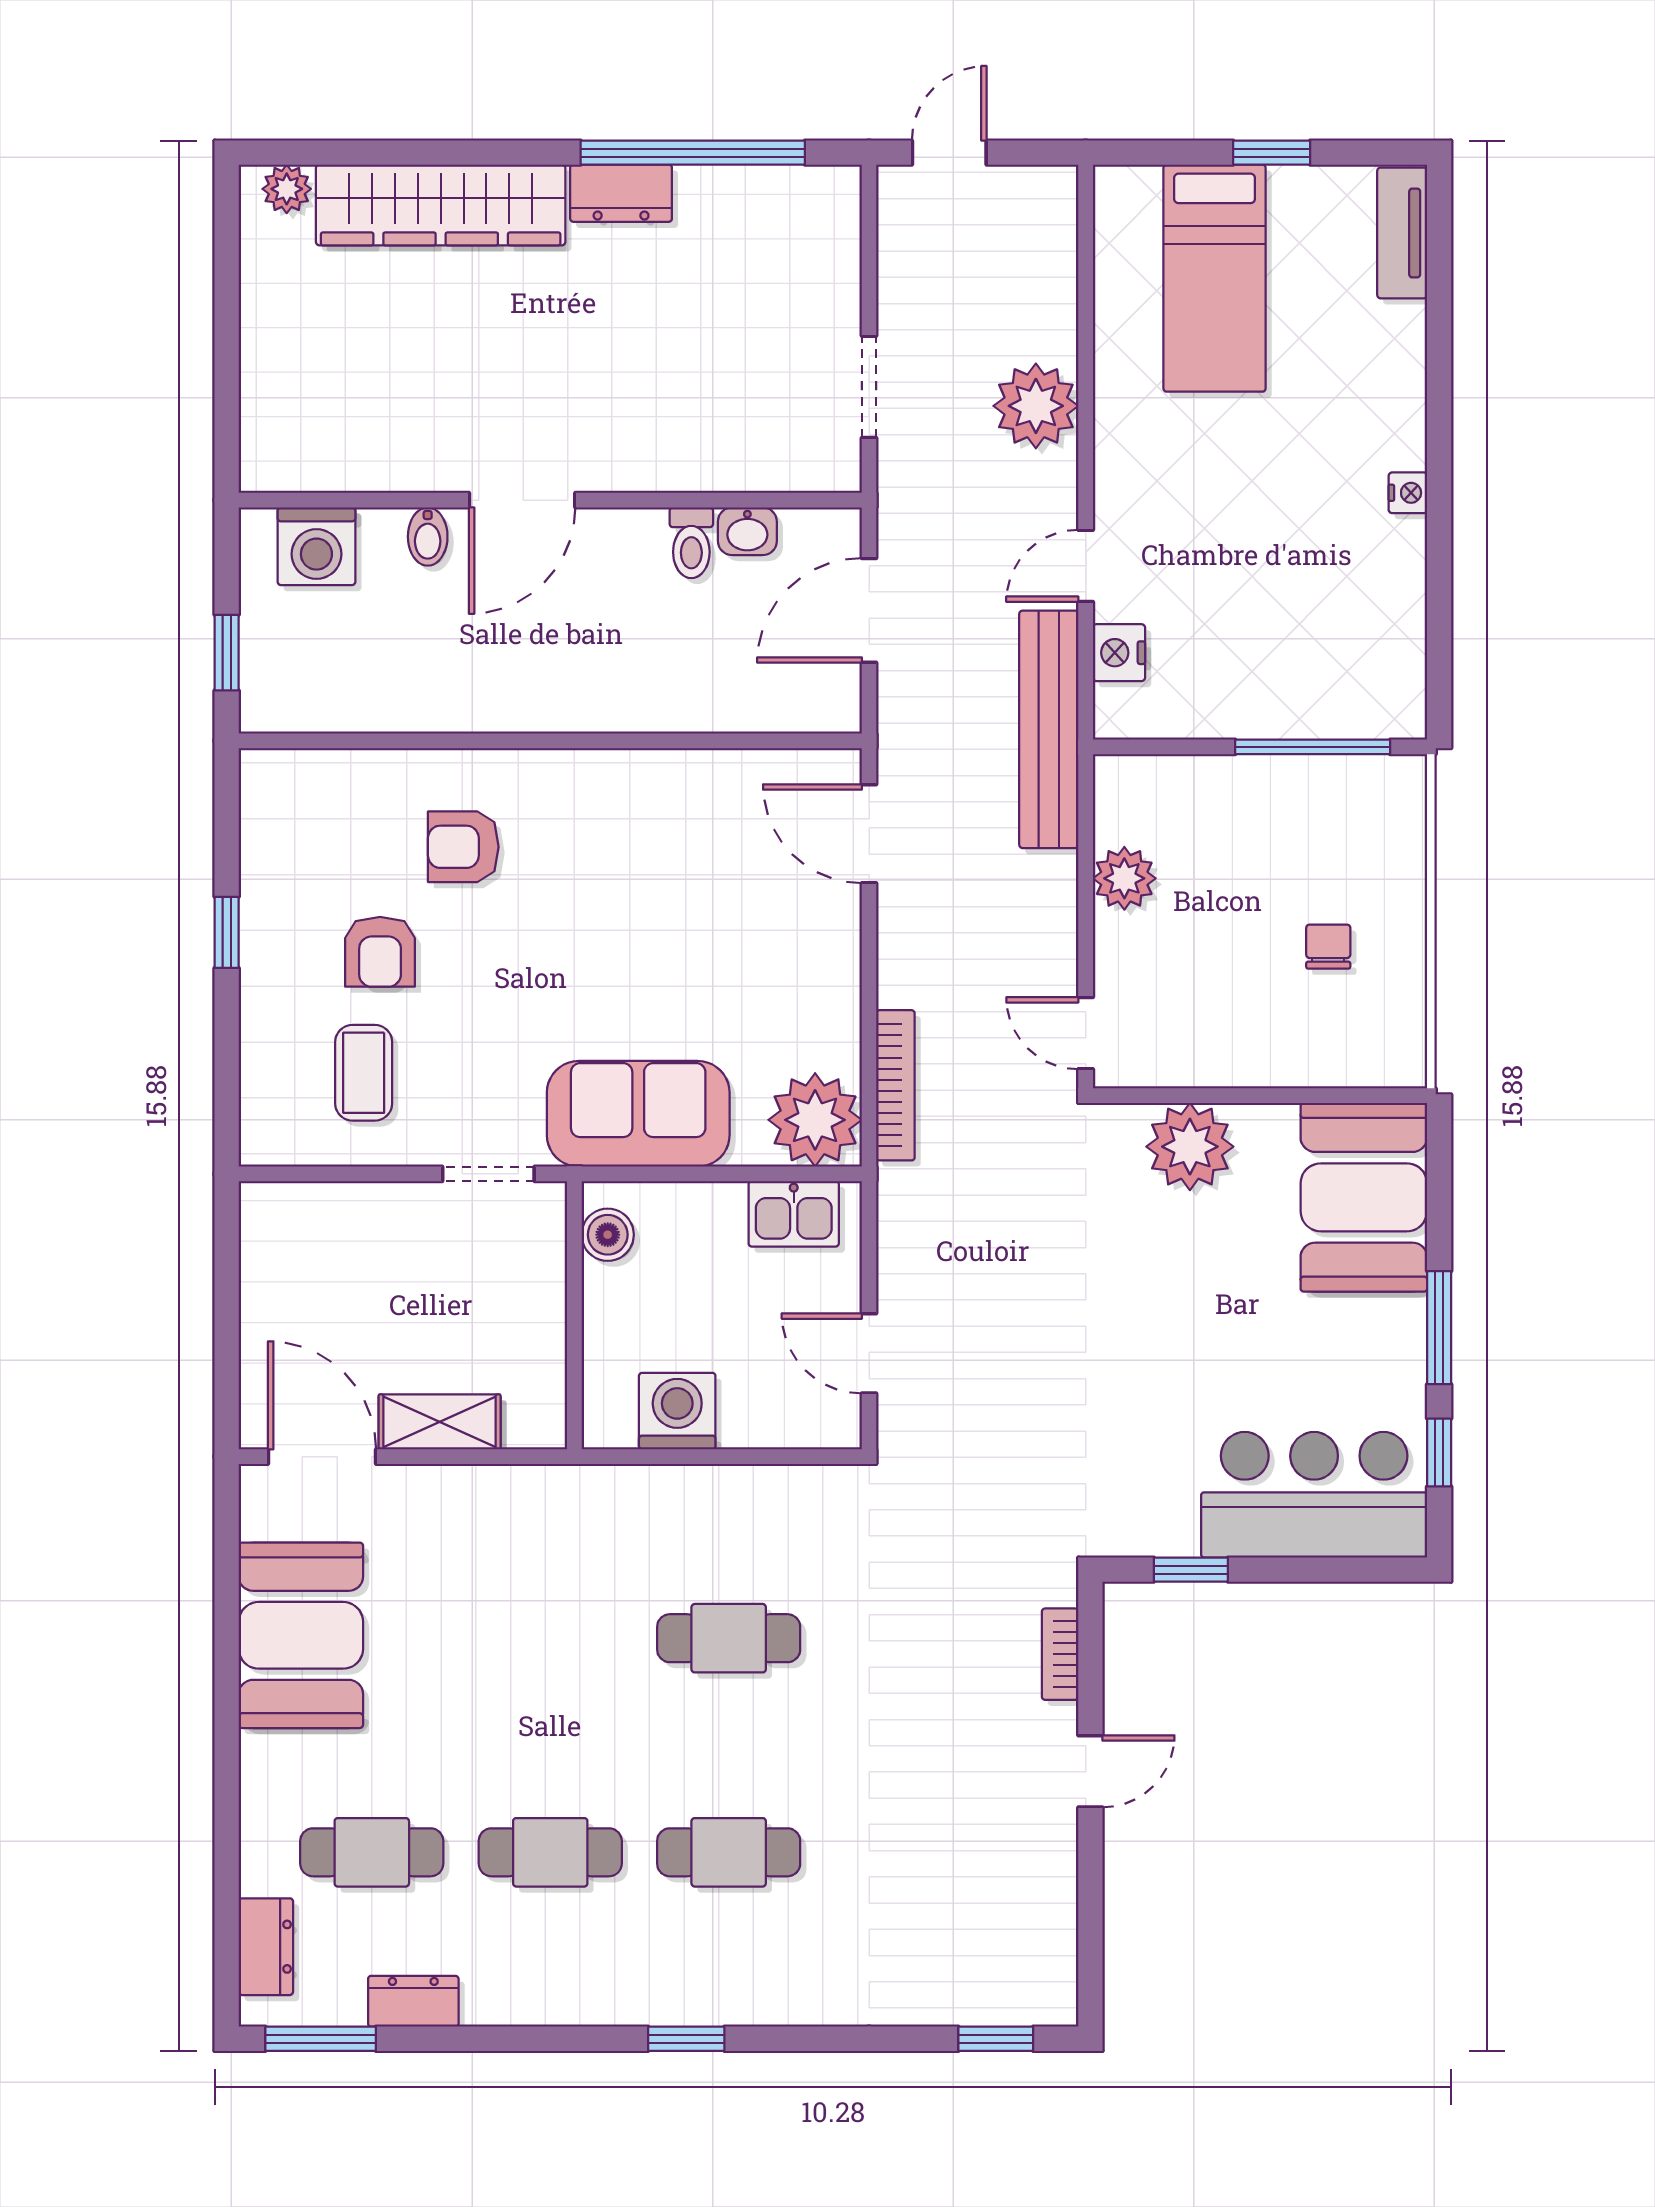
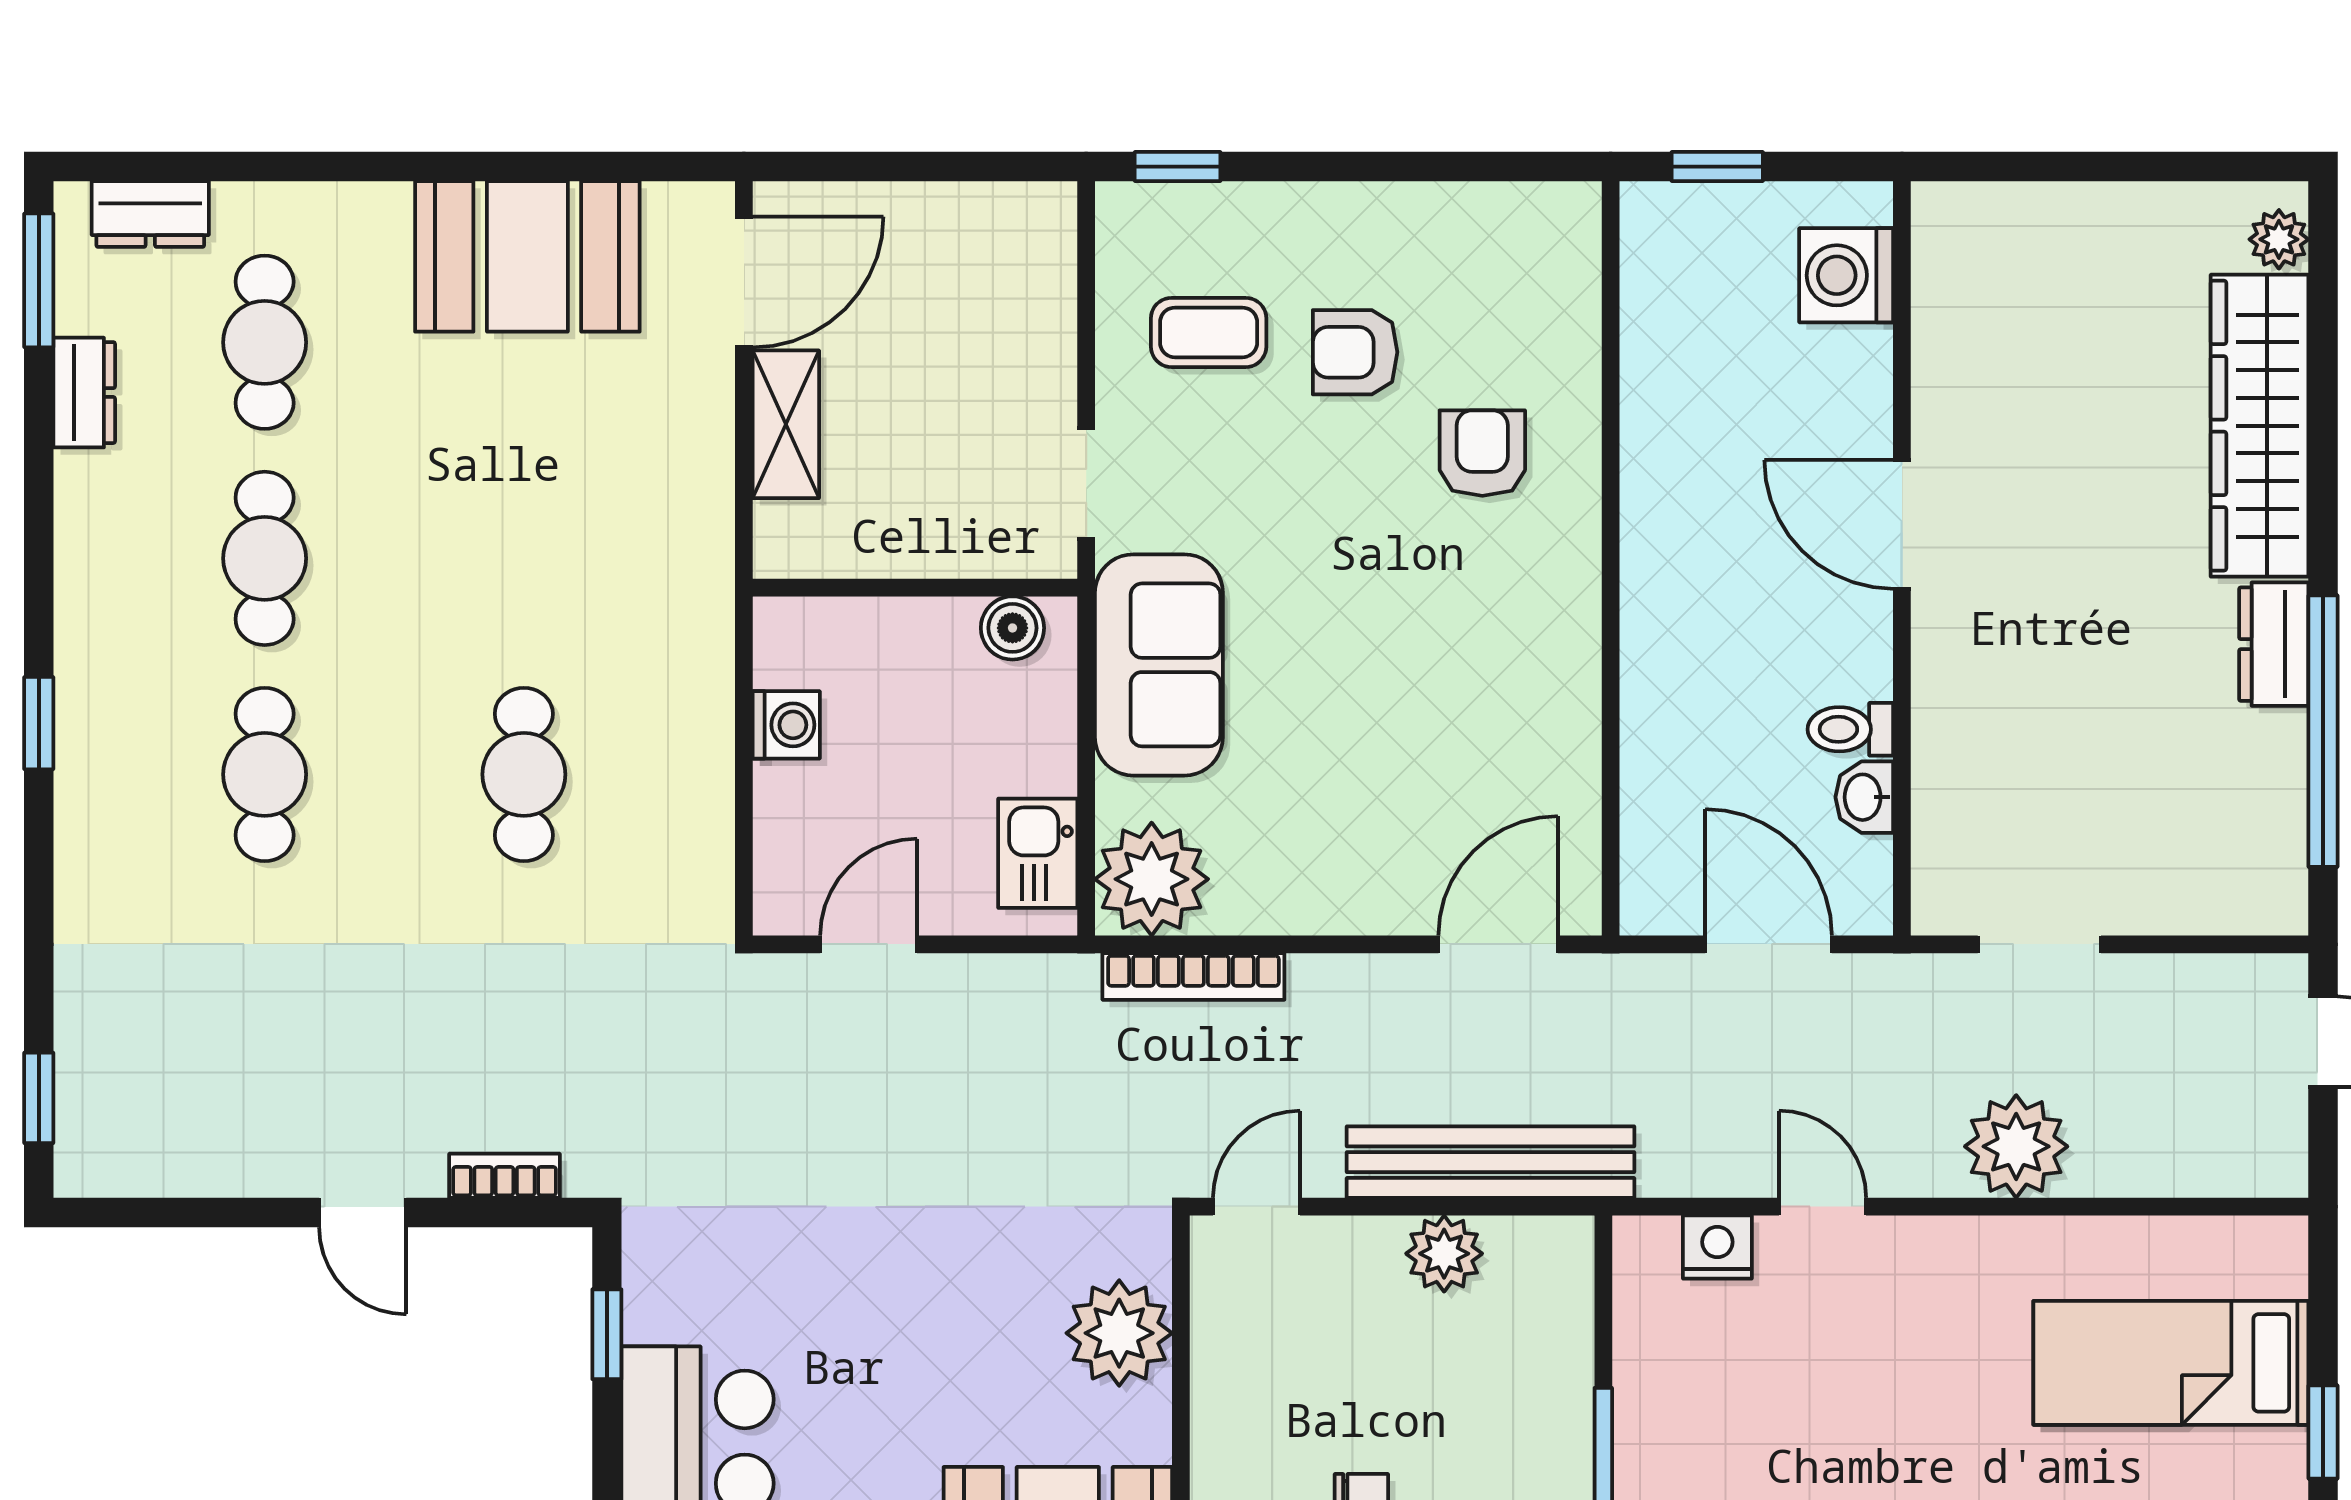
bidet: (428, 537) -> (1858, 410), removed
bench: (1049, 729) -> (1490, 1162), moved
window: (227, 932) -> (1178, 167), moved
washing machine: (677, 1411) -> (786, 725), width x0.73, depth x0.73

